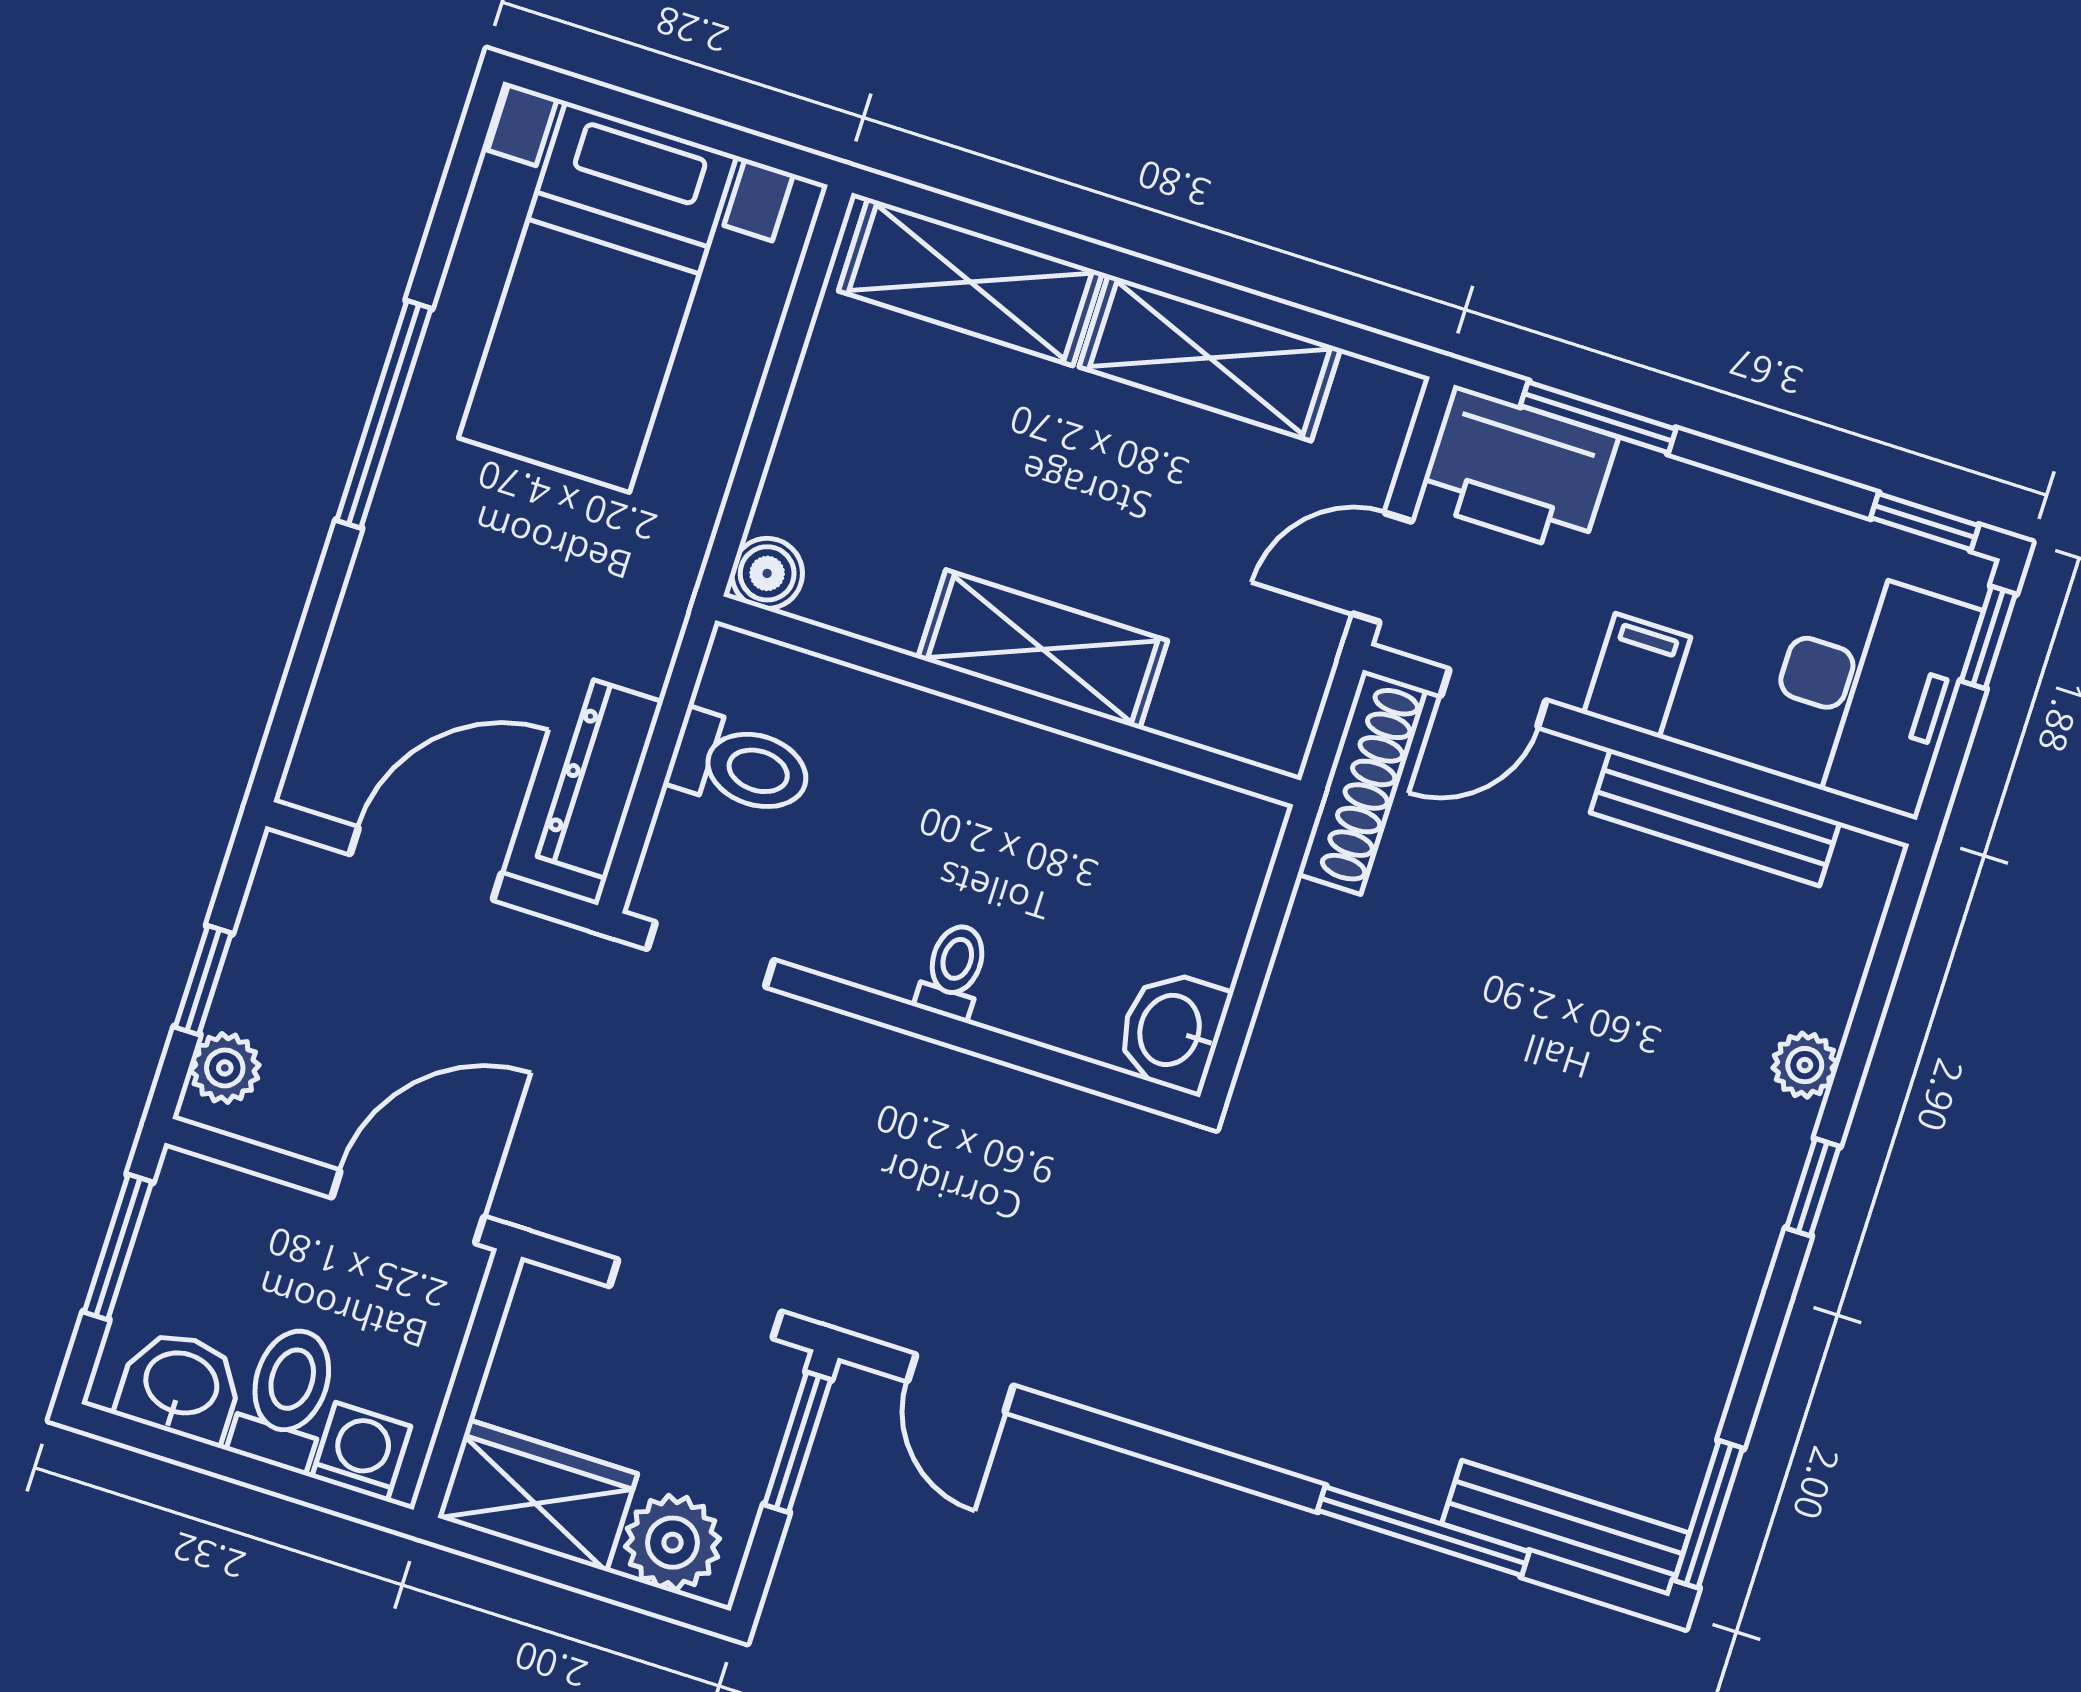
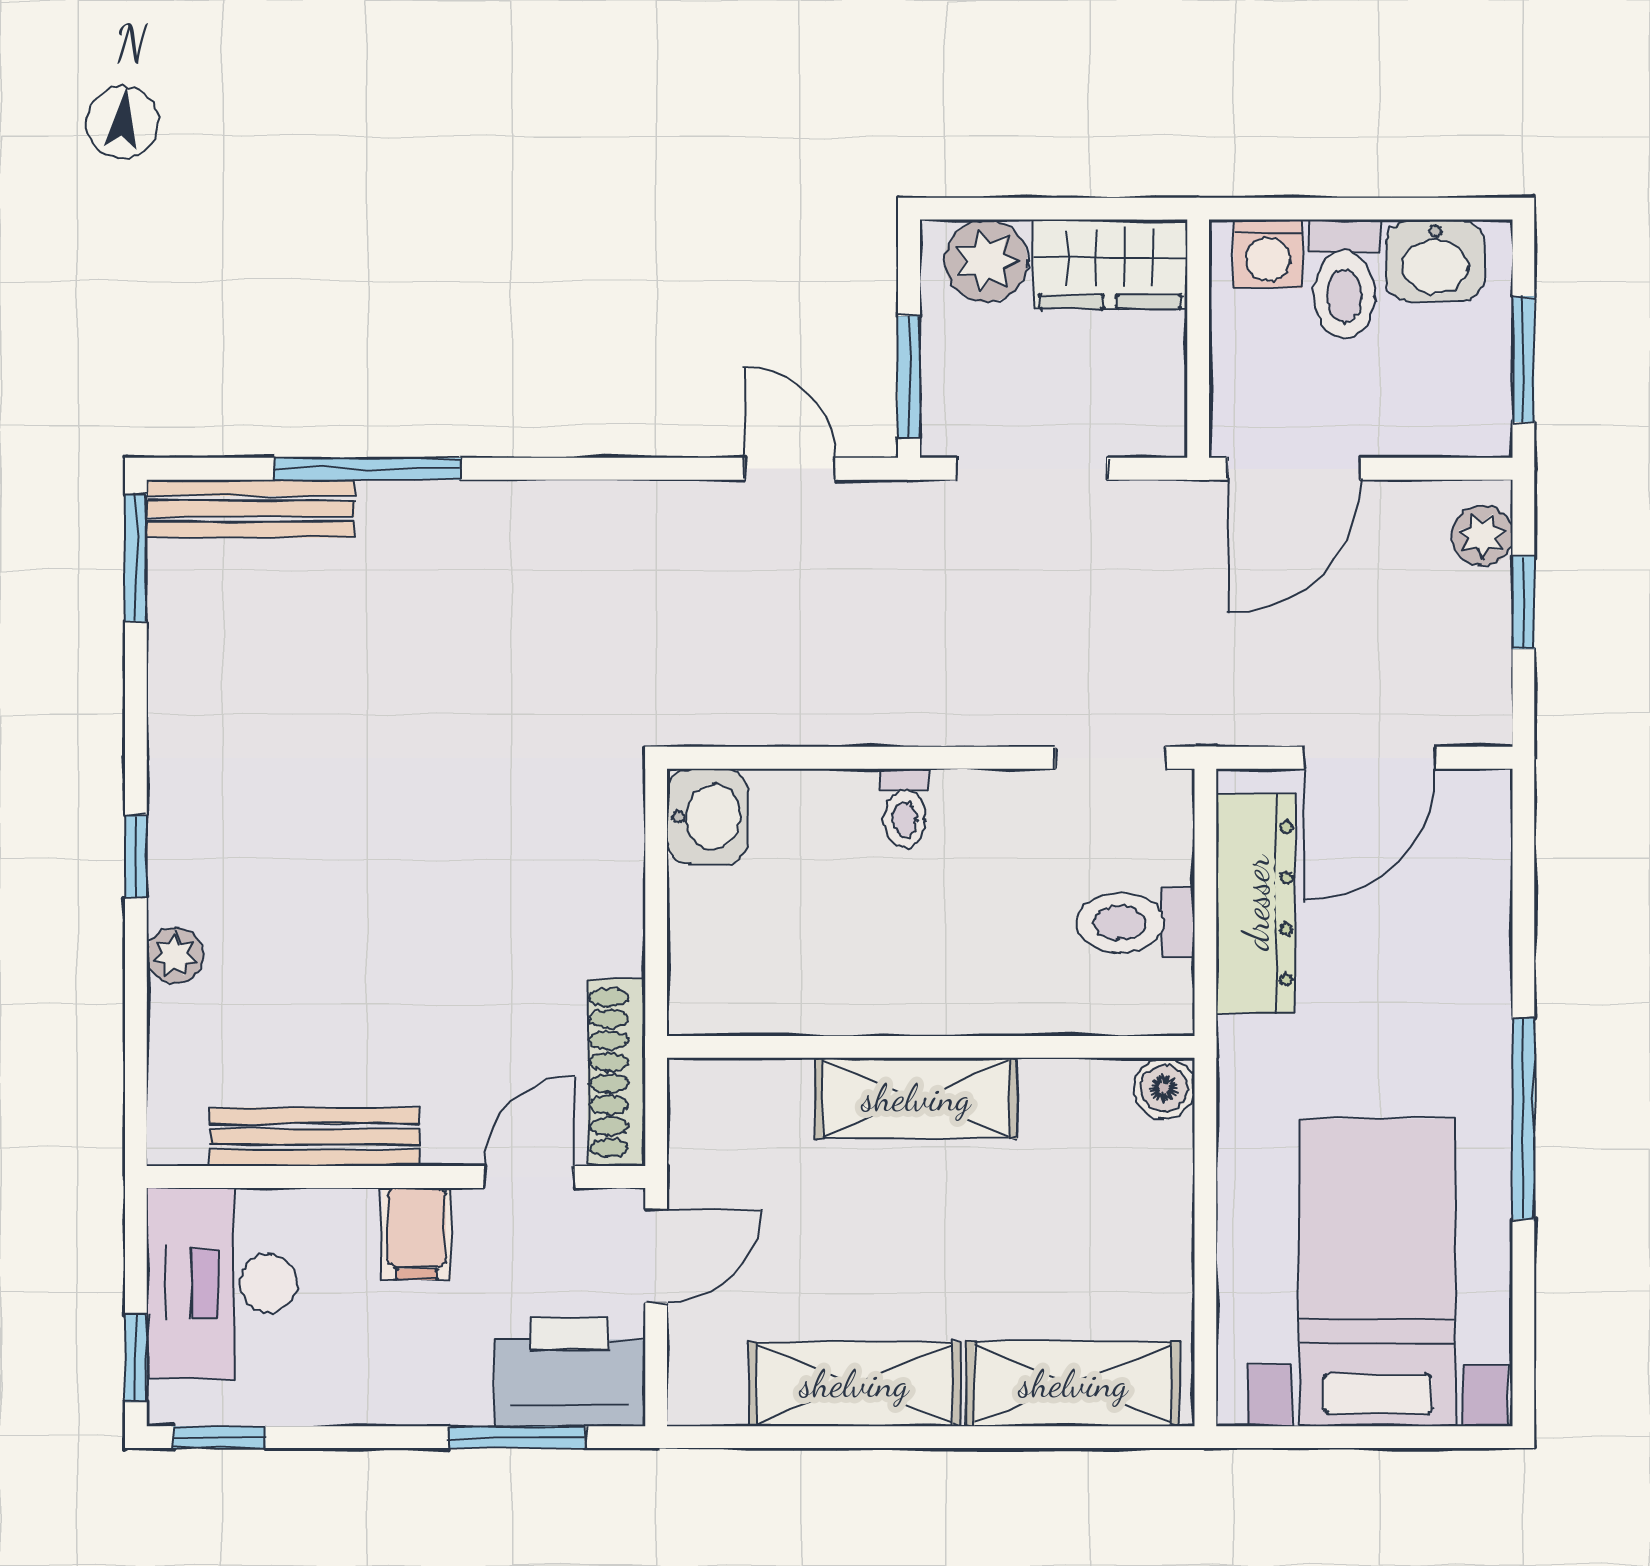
dresser: (600, 779) -> (1256, 903), width x1.37, depth x1.24

